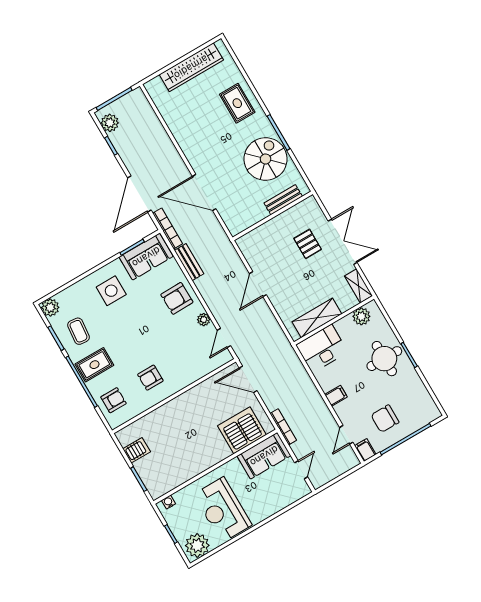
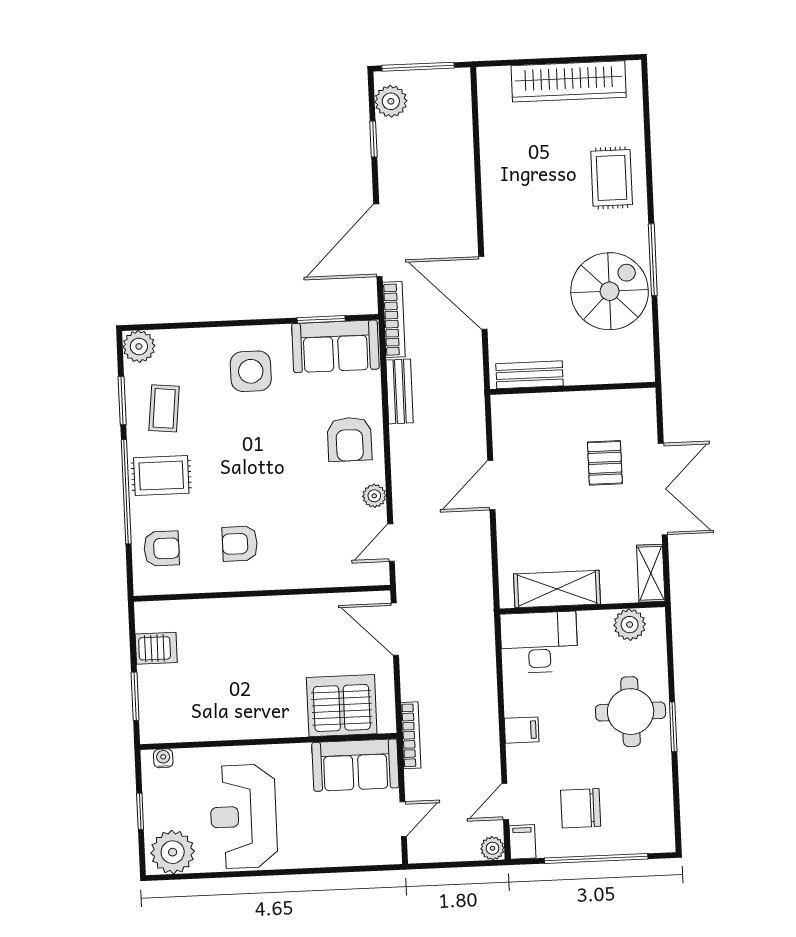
bench: (283, 200) -> (529, 375), moved
armchair: (177, 298) -> (349, 439), turned -89
plant: (352, 461) -> (492, 848), added

